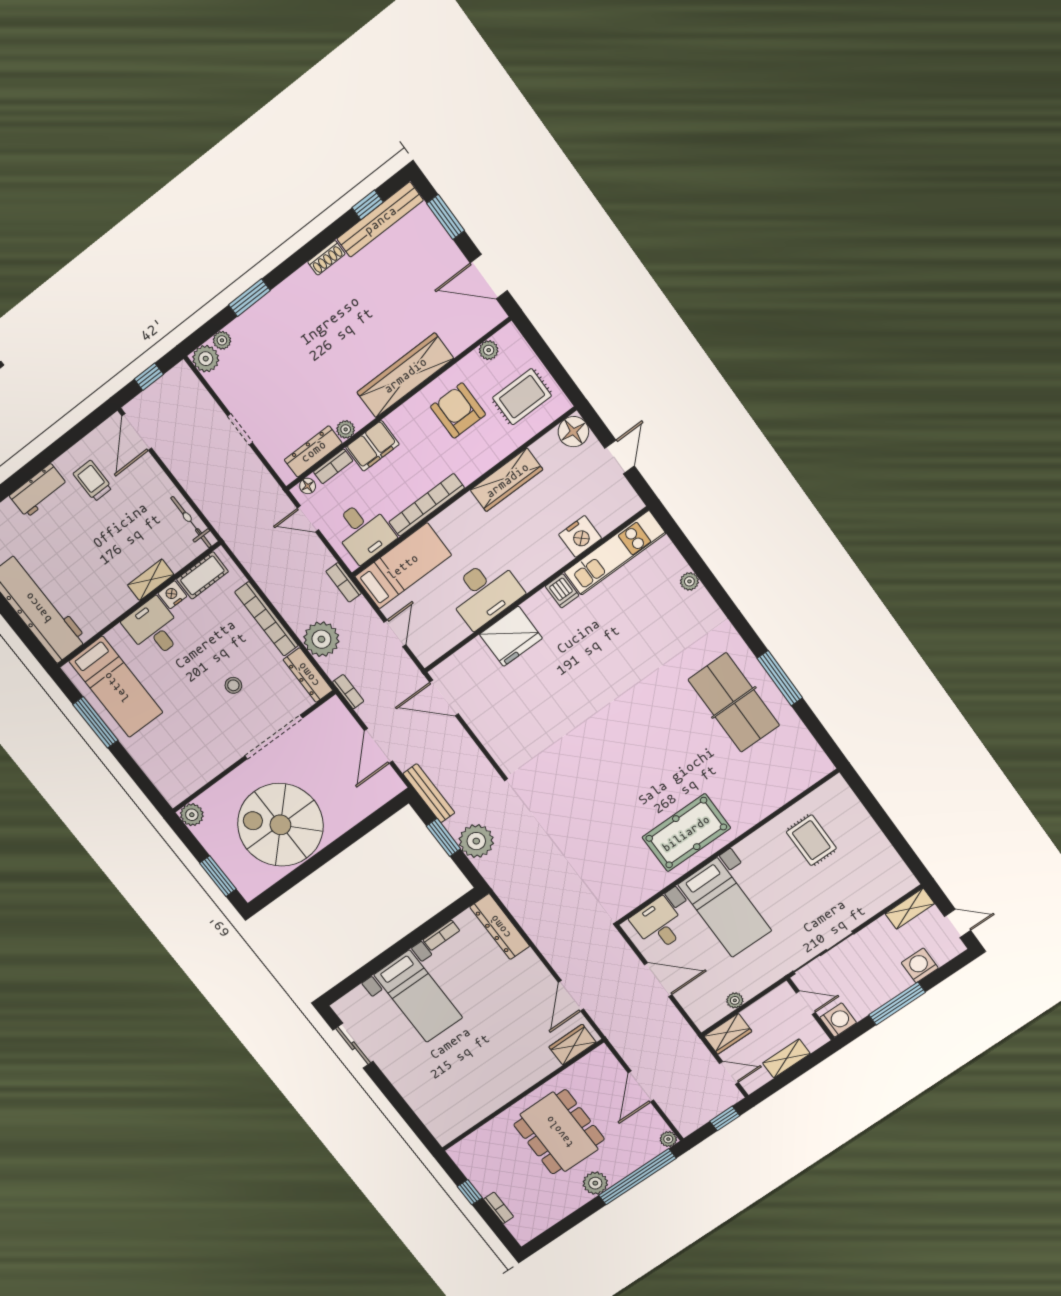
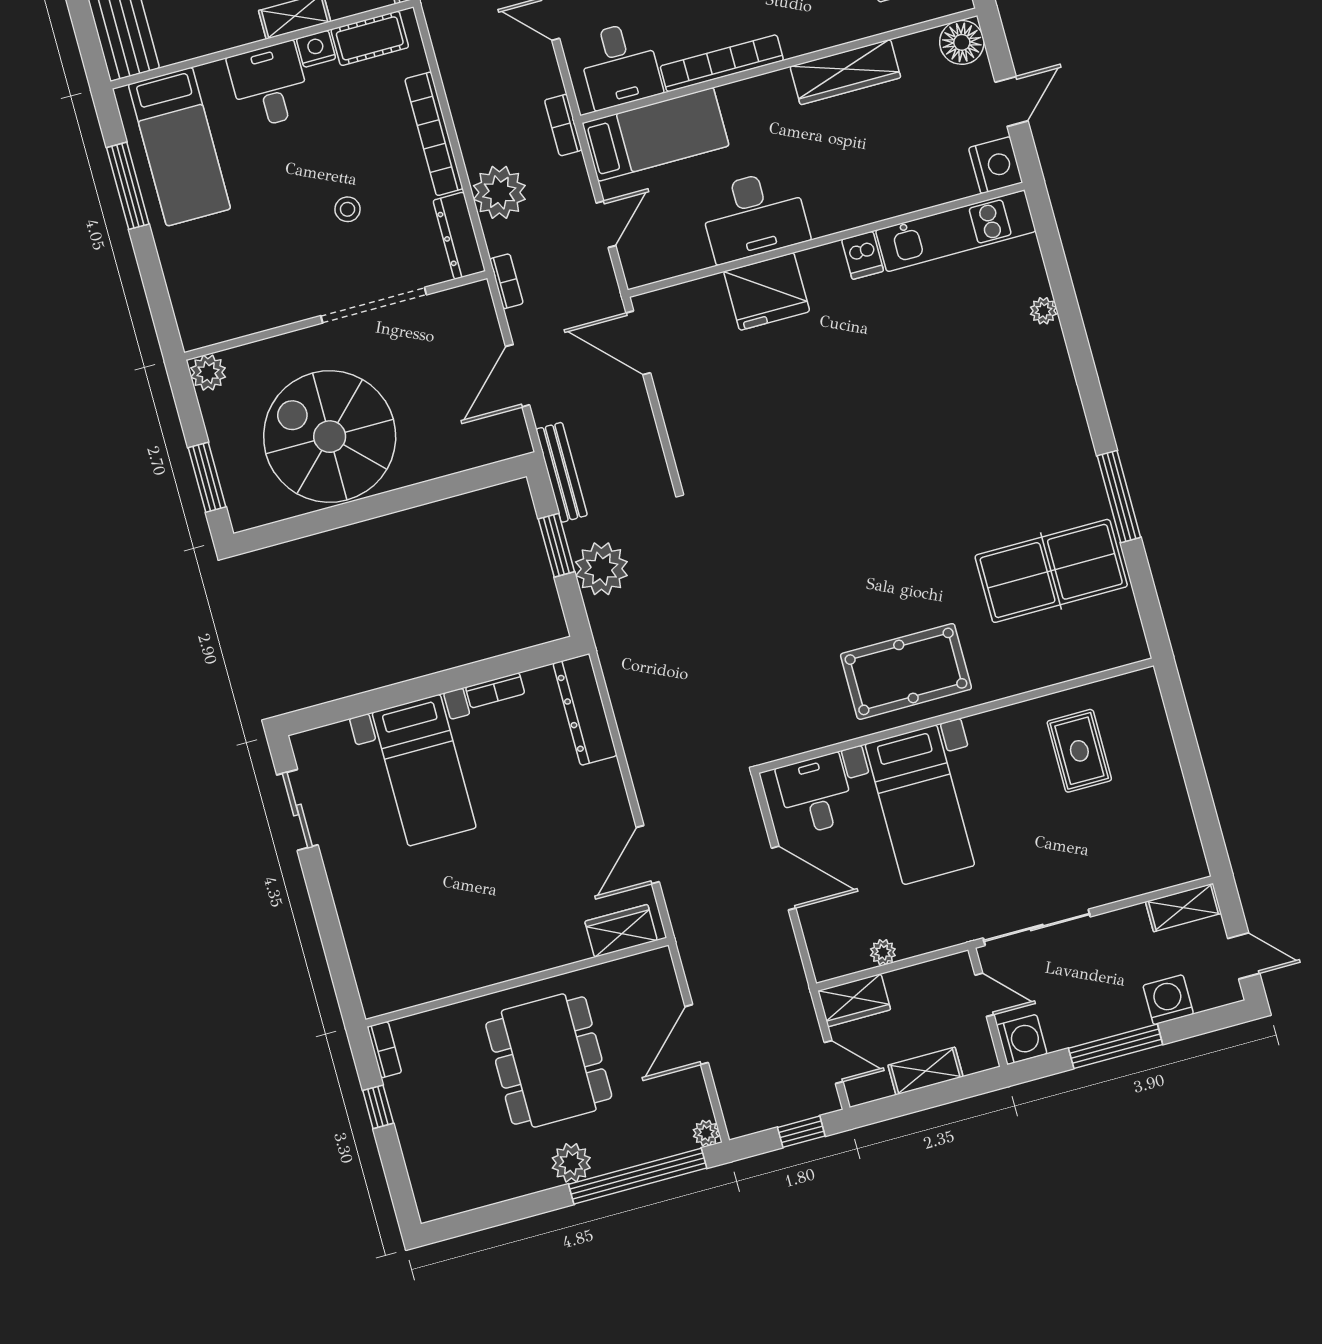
nightstand: (580, 536) -> (996, 165), moved, turned -90
table tennis table: (734, 702) -> (1051, 571), moved, turned 90
bookcase: (499, 1208) -> (384, 1050), moved

